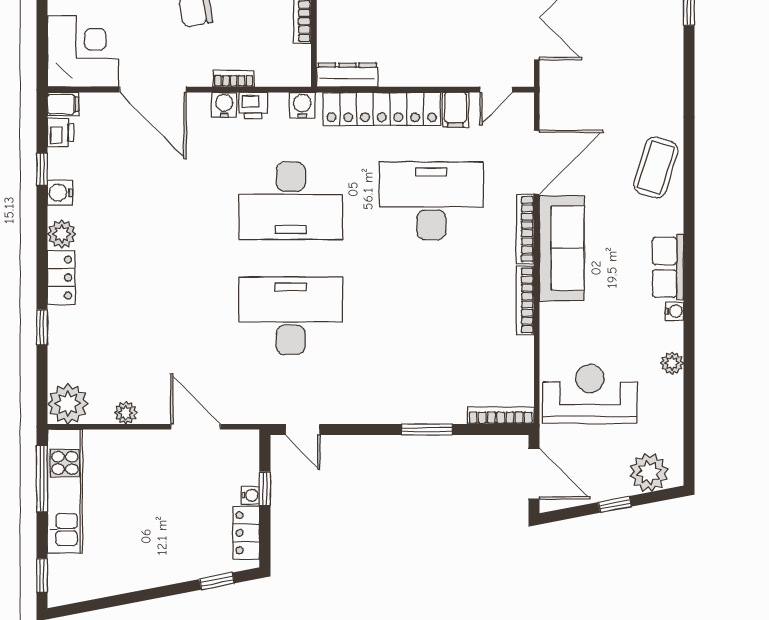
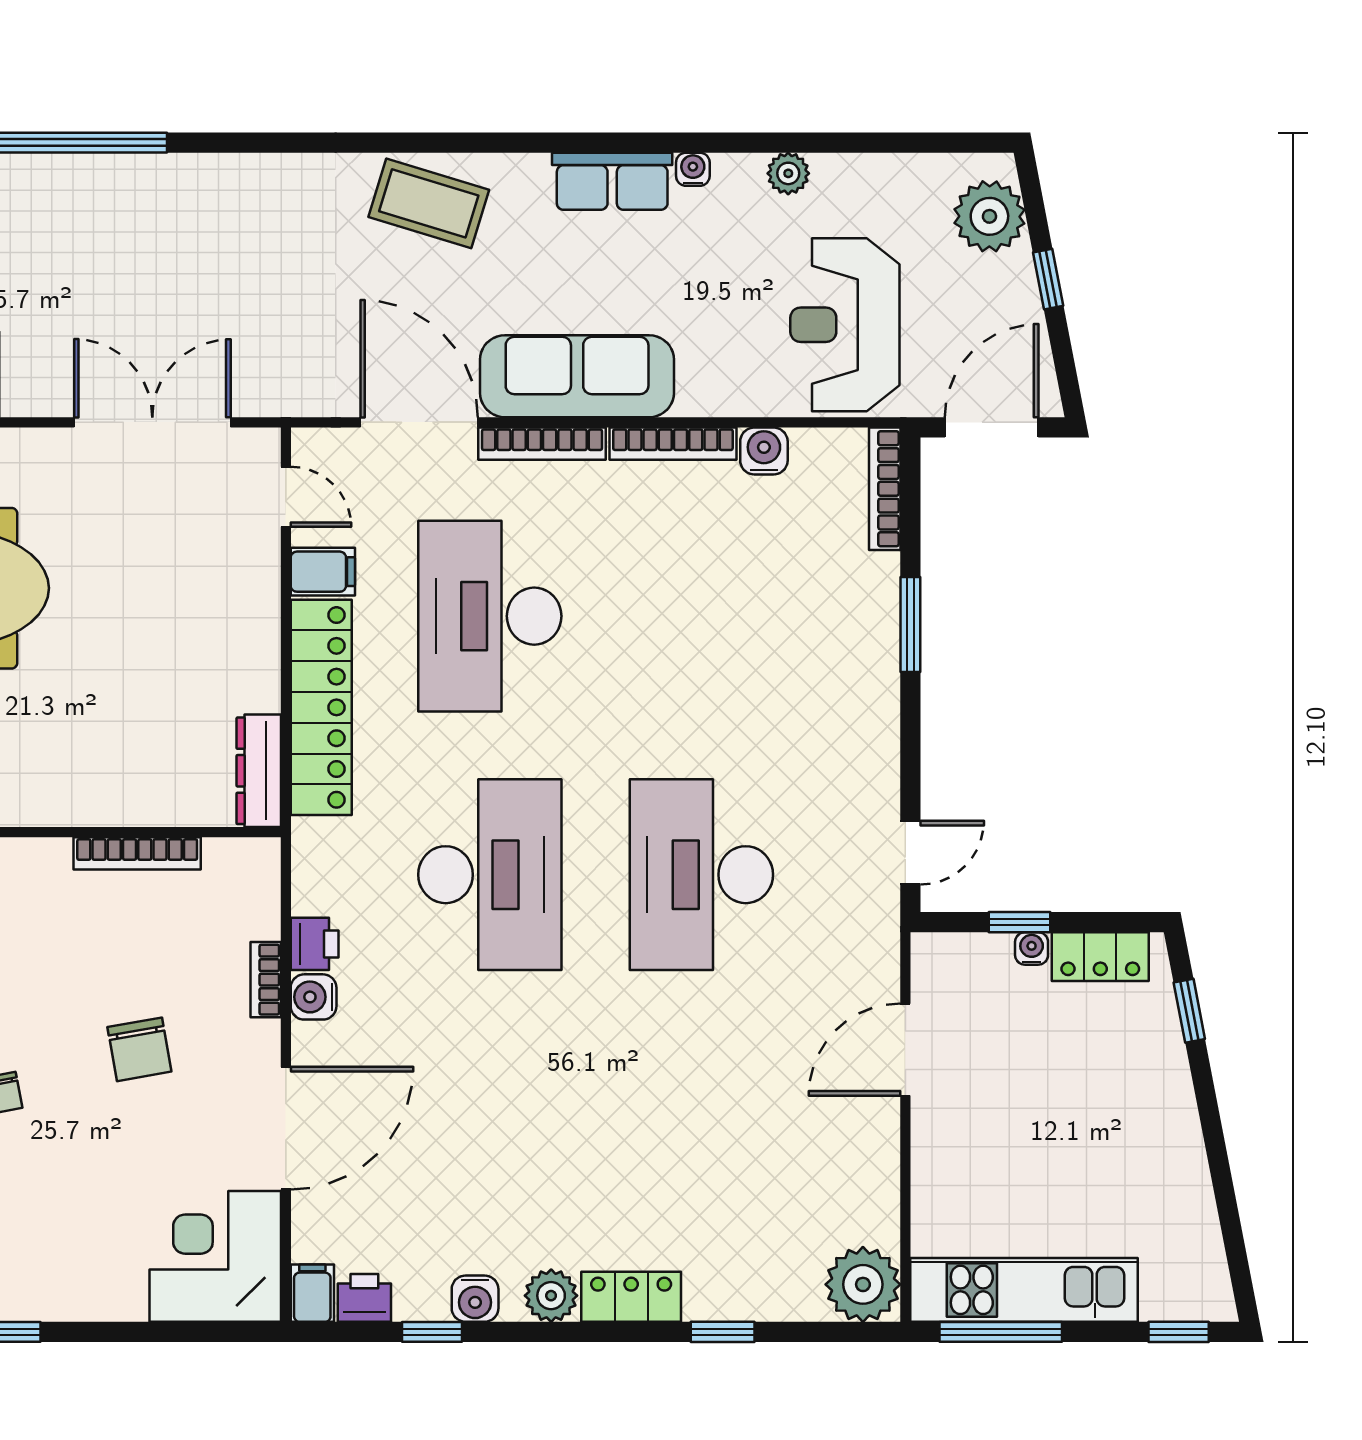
water cooler: (302, 105) -> (764, 451), moved, turned 90
plant: (126, 413) -> (879, 1178), removed

